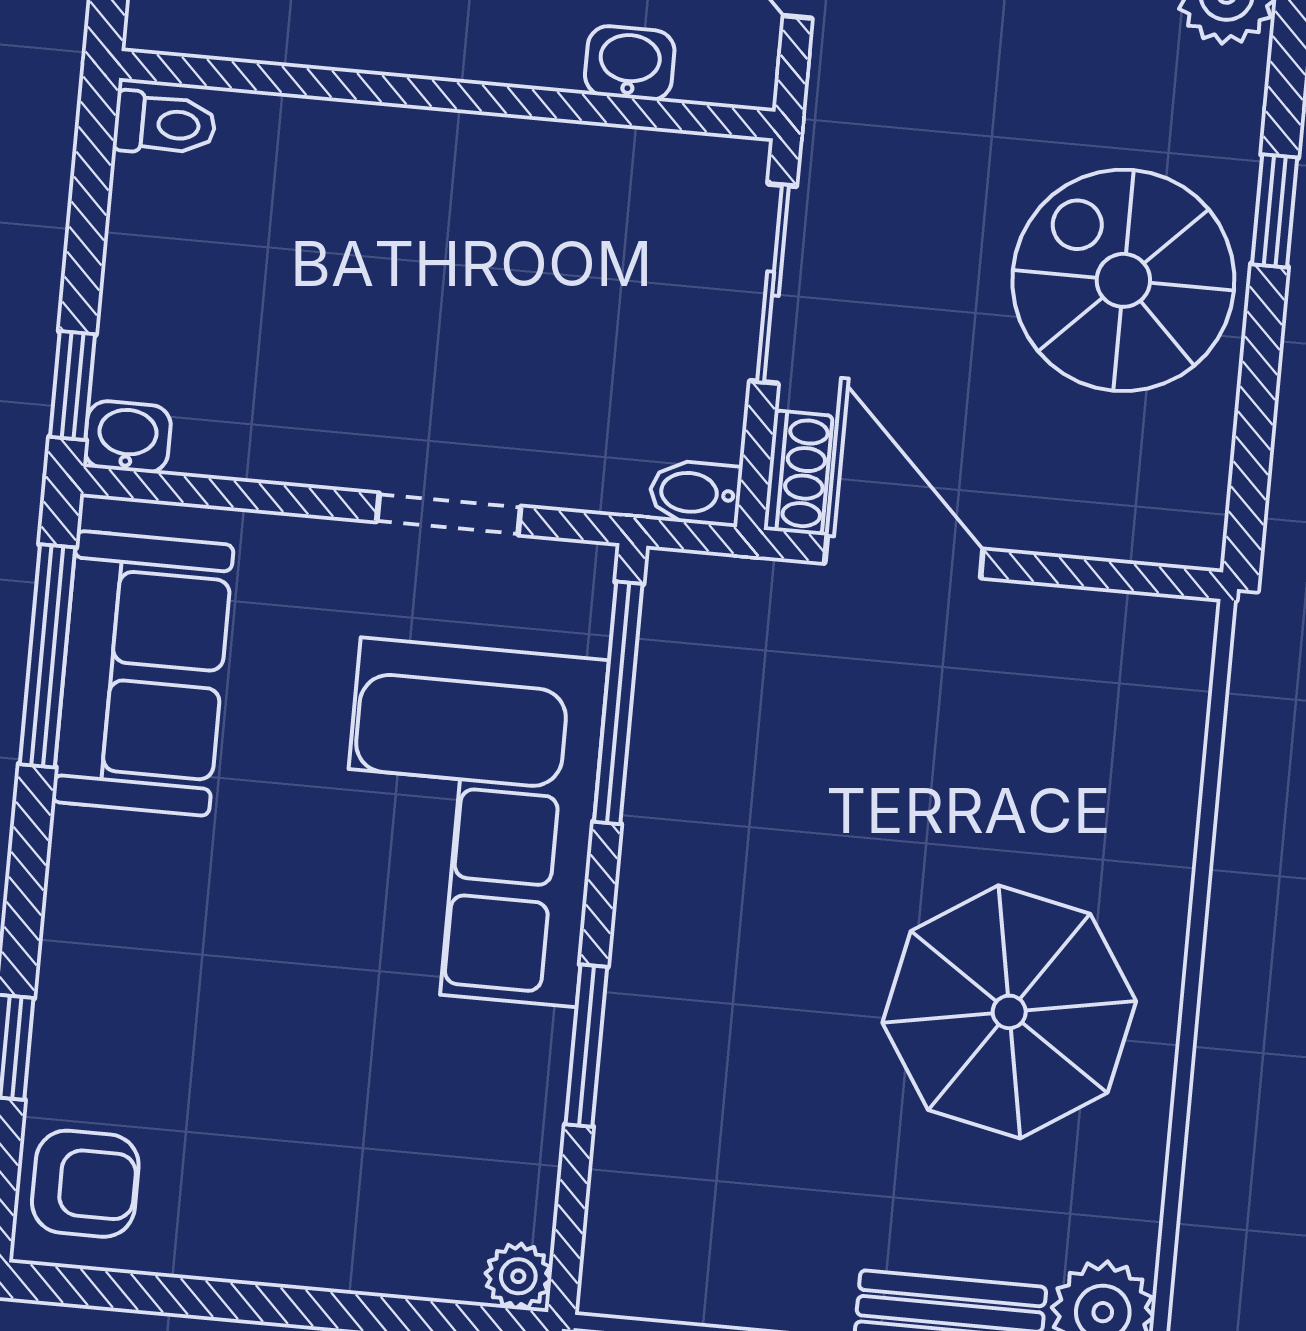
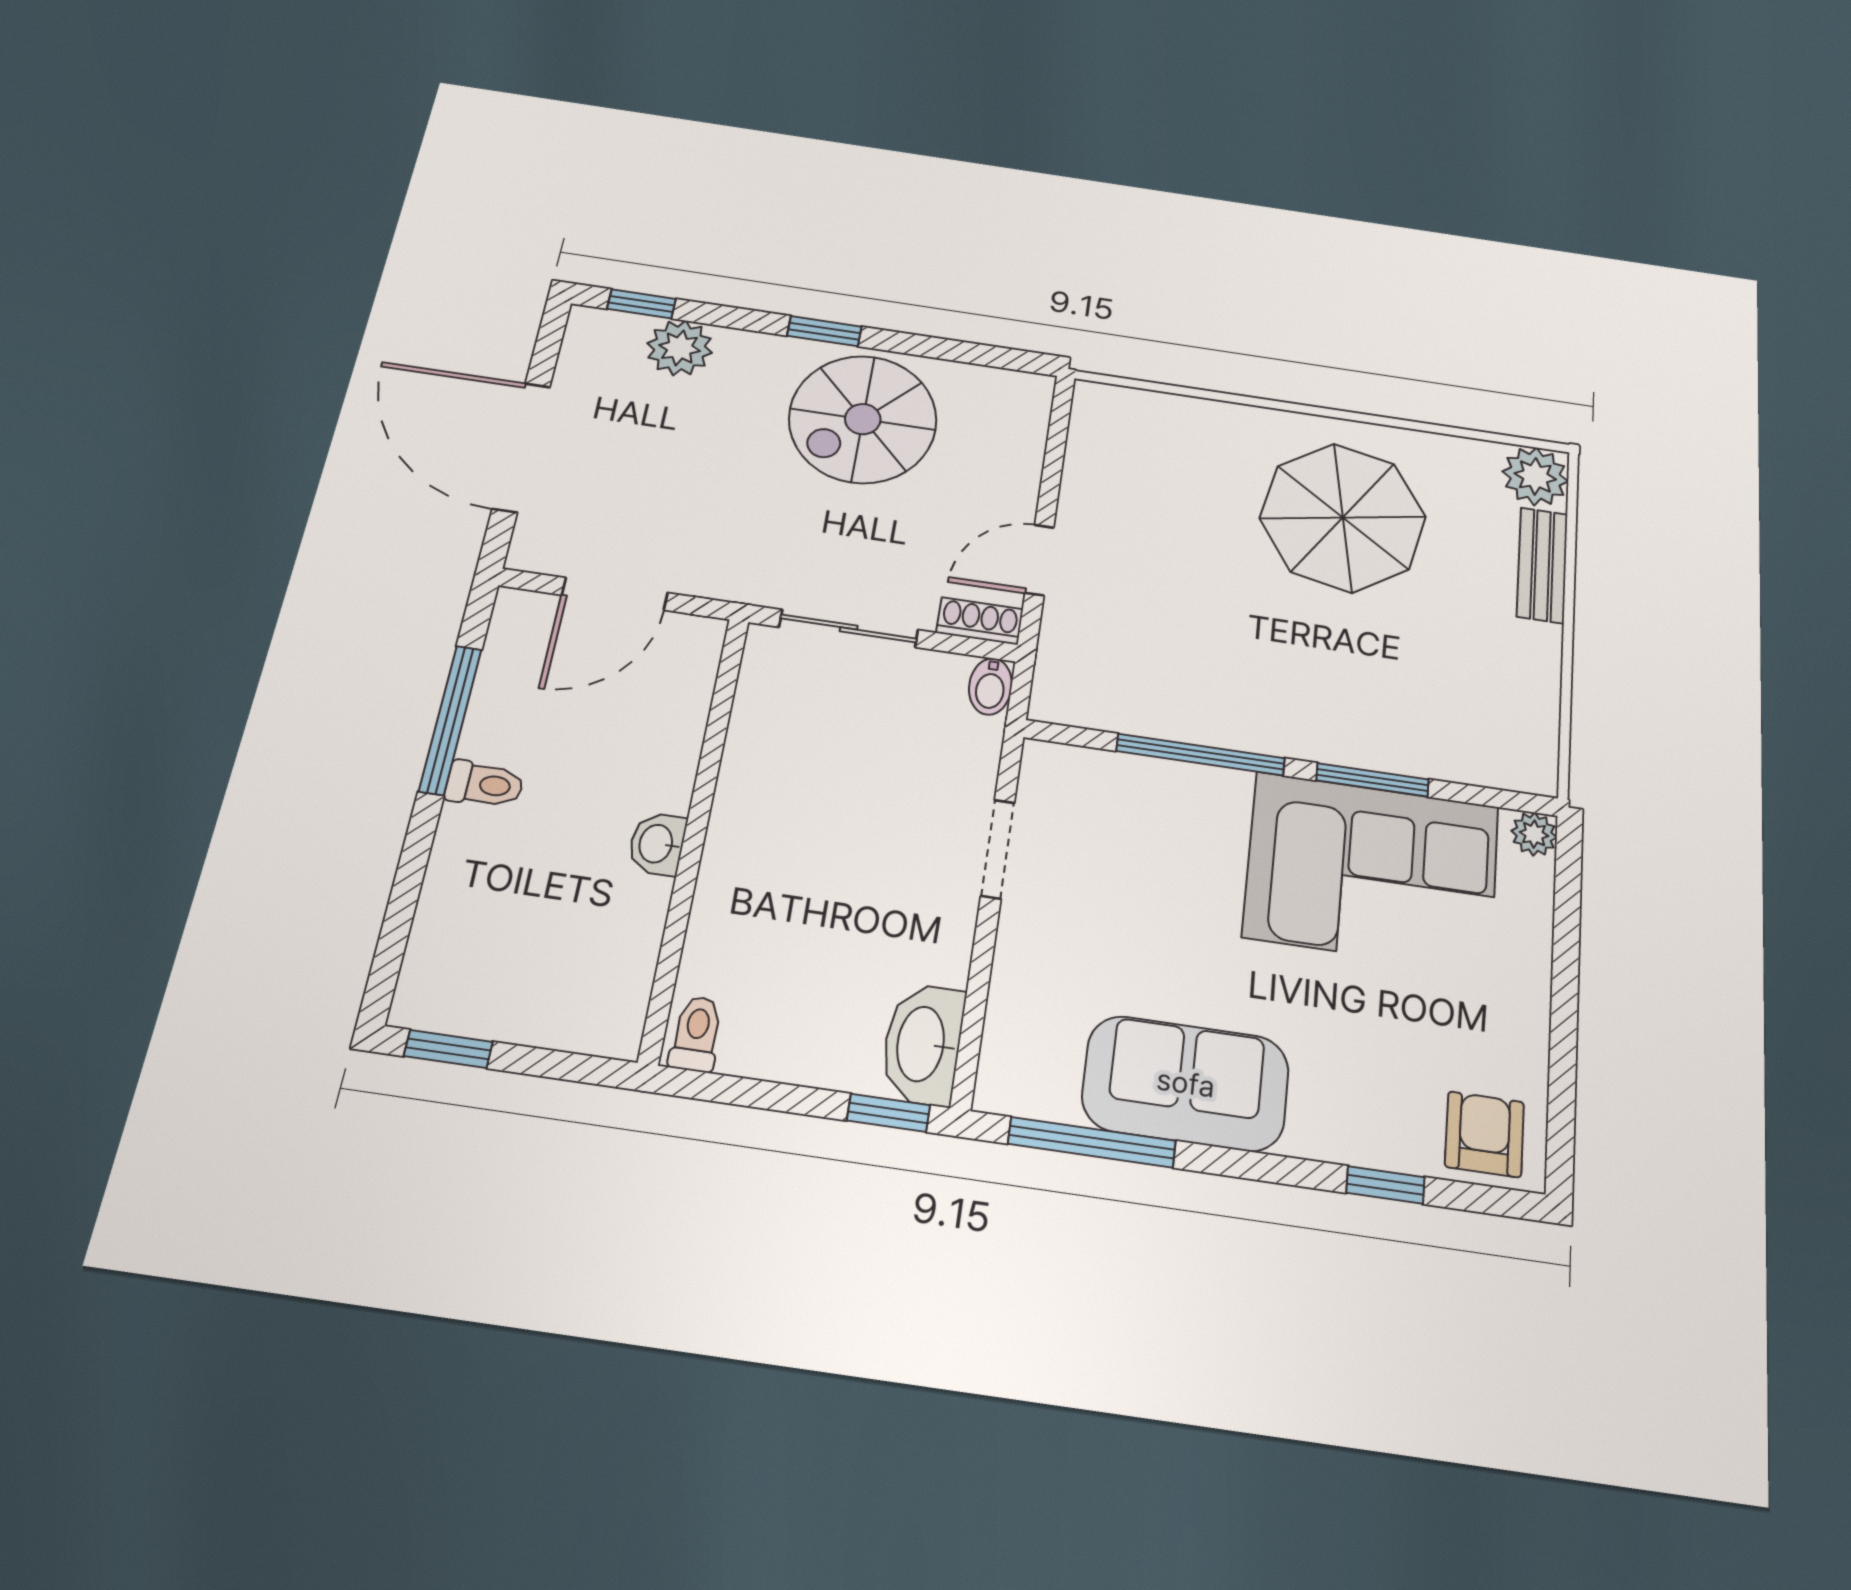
washbasin: (630, 63) -> (657, 844), moved
washbasin: (128, 437) -> (923, 1044), width x1.91, depth x1.45
door: (904, 556) -> (1039, 560), width x0.73
sofa: (143, 673) -> (1186, 1083), moved
window: (618, 703) -> (1201, 755), moved
corner sofa: (469, 822) -> (1372, 871), moved

